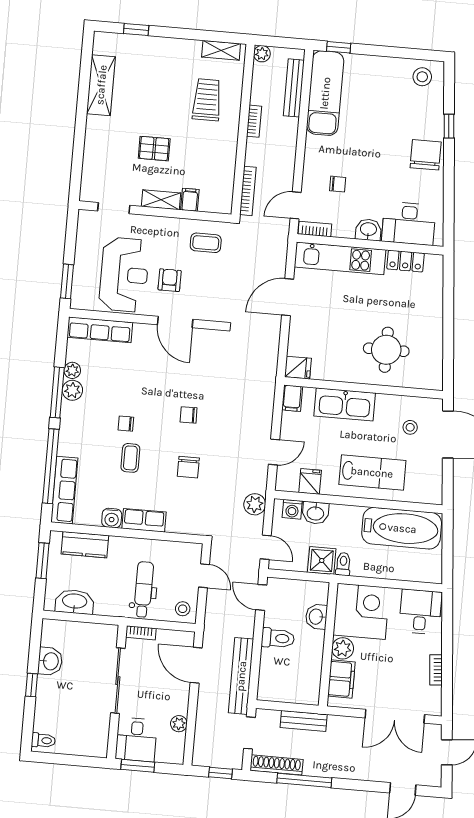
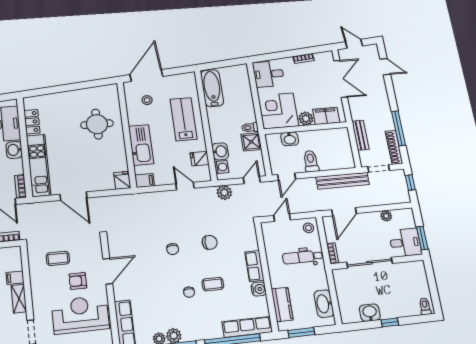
coffee table: (206, 243) -> (58, 258), moved, turned 90
bathtub: (402, 528) -> (212, 88), width x0.73, depth x0.73

